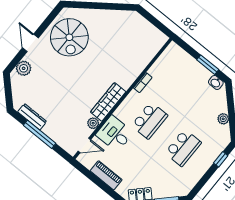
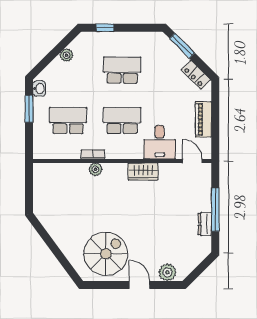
door: (30, 43) -> (139, 285), swing flipped
school desk: (179, 84) -> (68, 121), added
wardrobe: (108, 102) -> (143, 171), width x0.67
dresser: (32, 117) -> (205, 224), width x0.70
plant: (93, 123) -> (95, 169), moved

